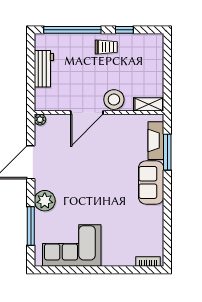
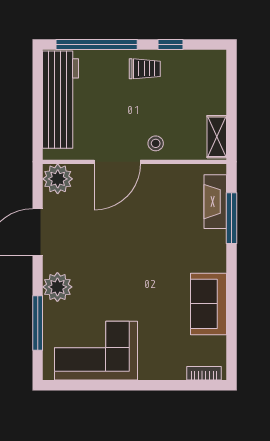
workbench: (44, 69) -> (61, 100), width x1.88, depth x1.32
stool: (114, 100) -> (156, 143), width x0.53, depth x0.53
shelving: (149, 104) -> (217, 137), moved, turned 90
plant: (40, 120) -> (58, 179), width x1.87, depth x1.87
sofa: (151, 182) -> (208, 304), moved

